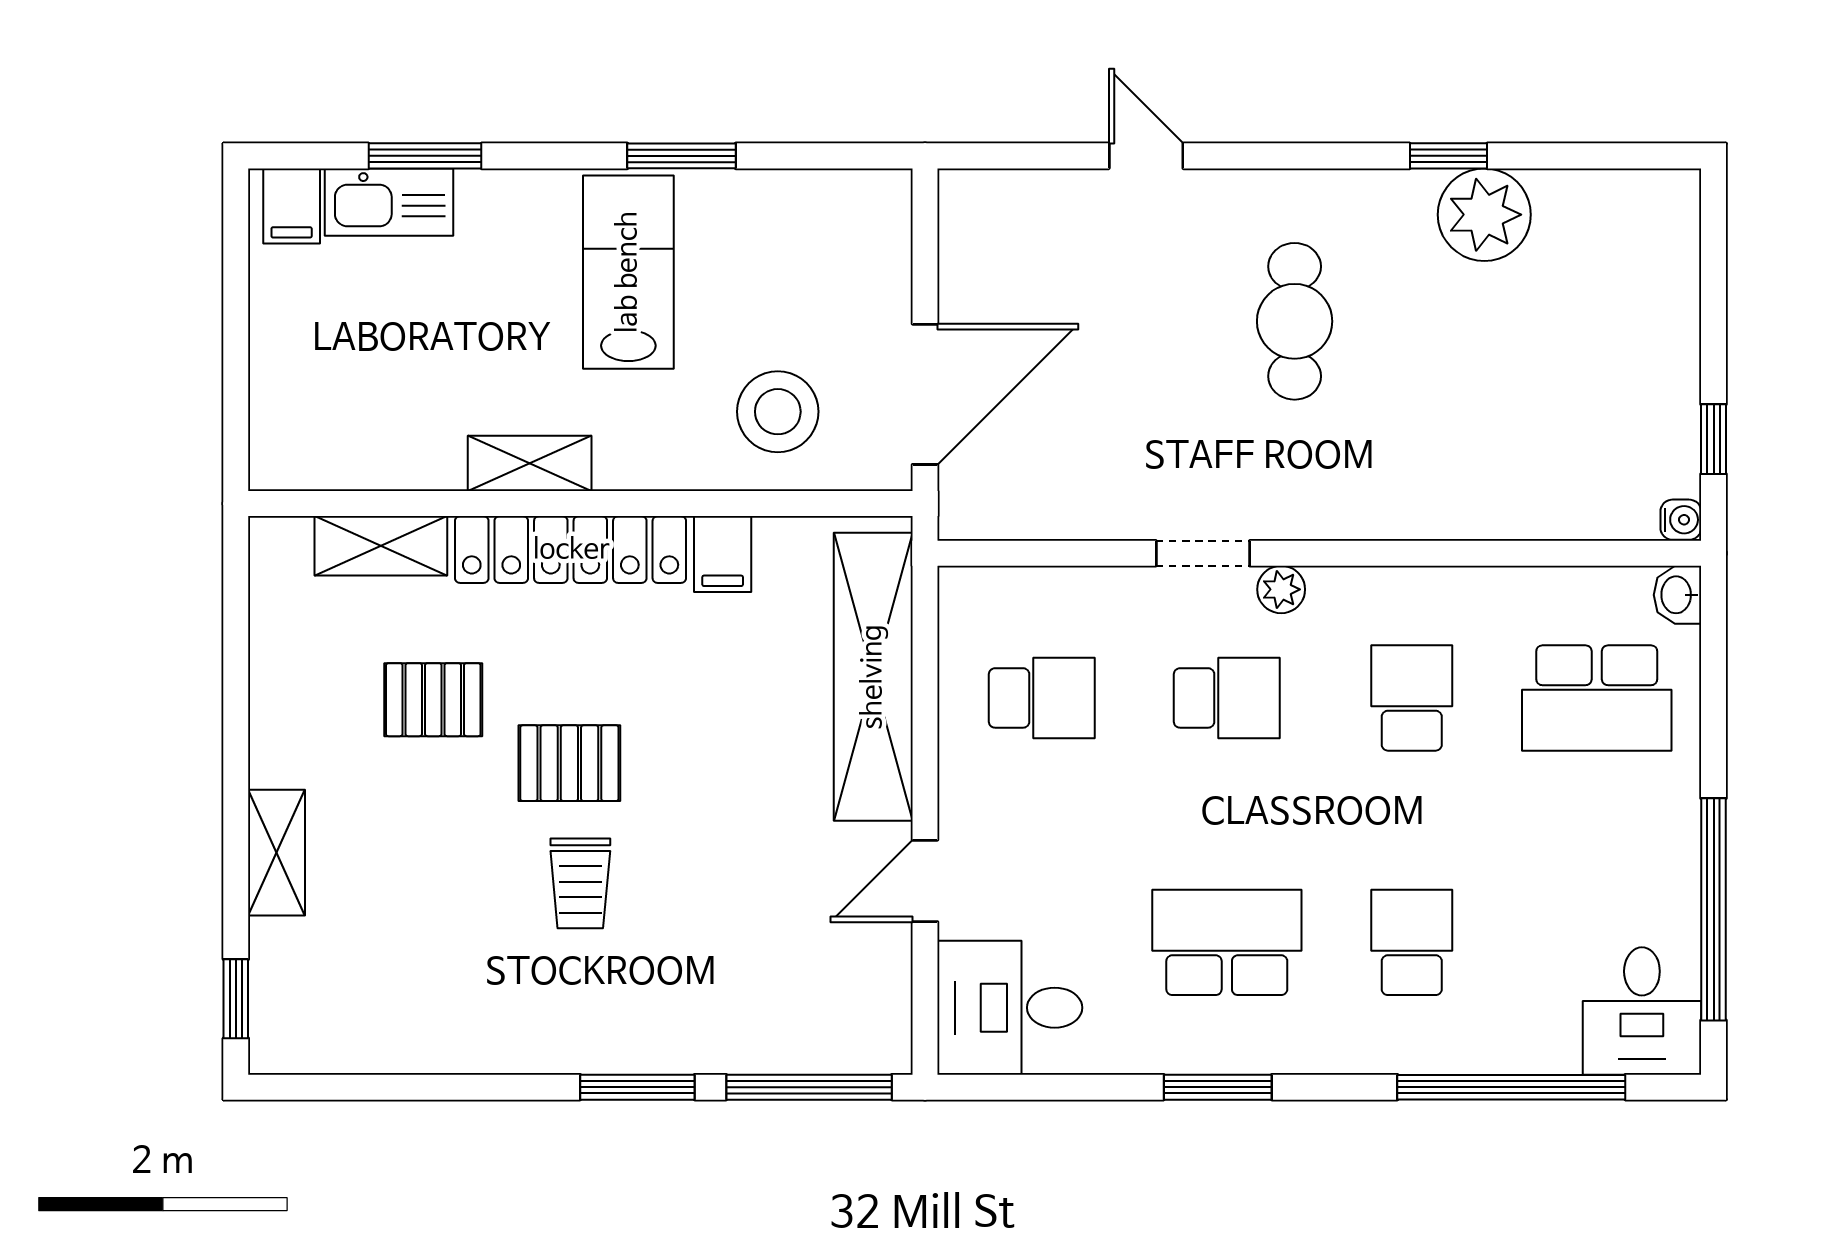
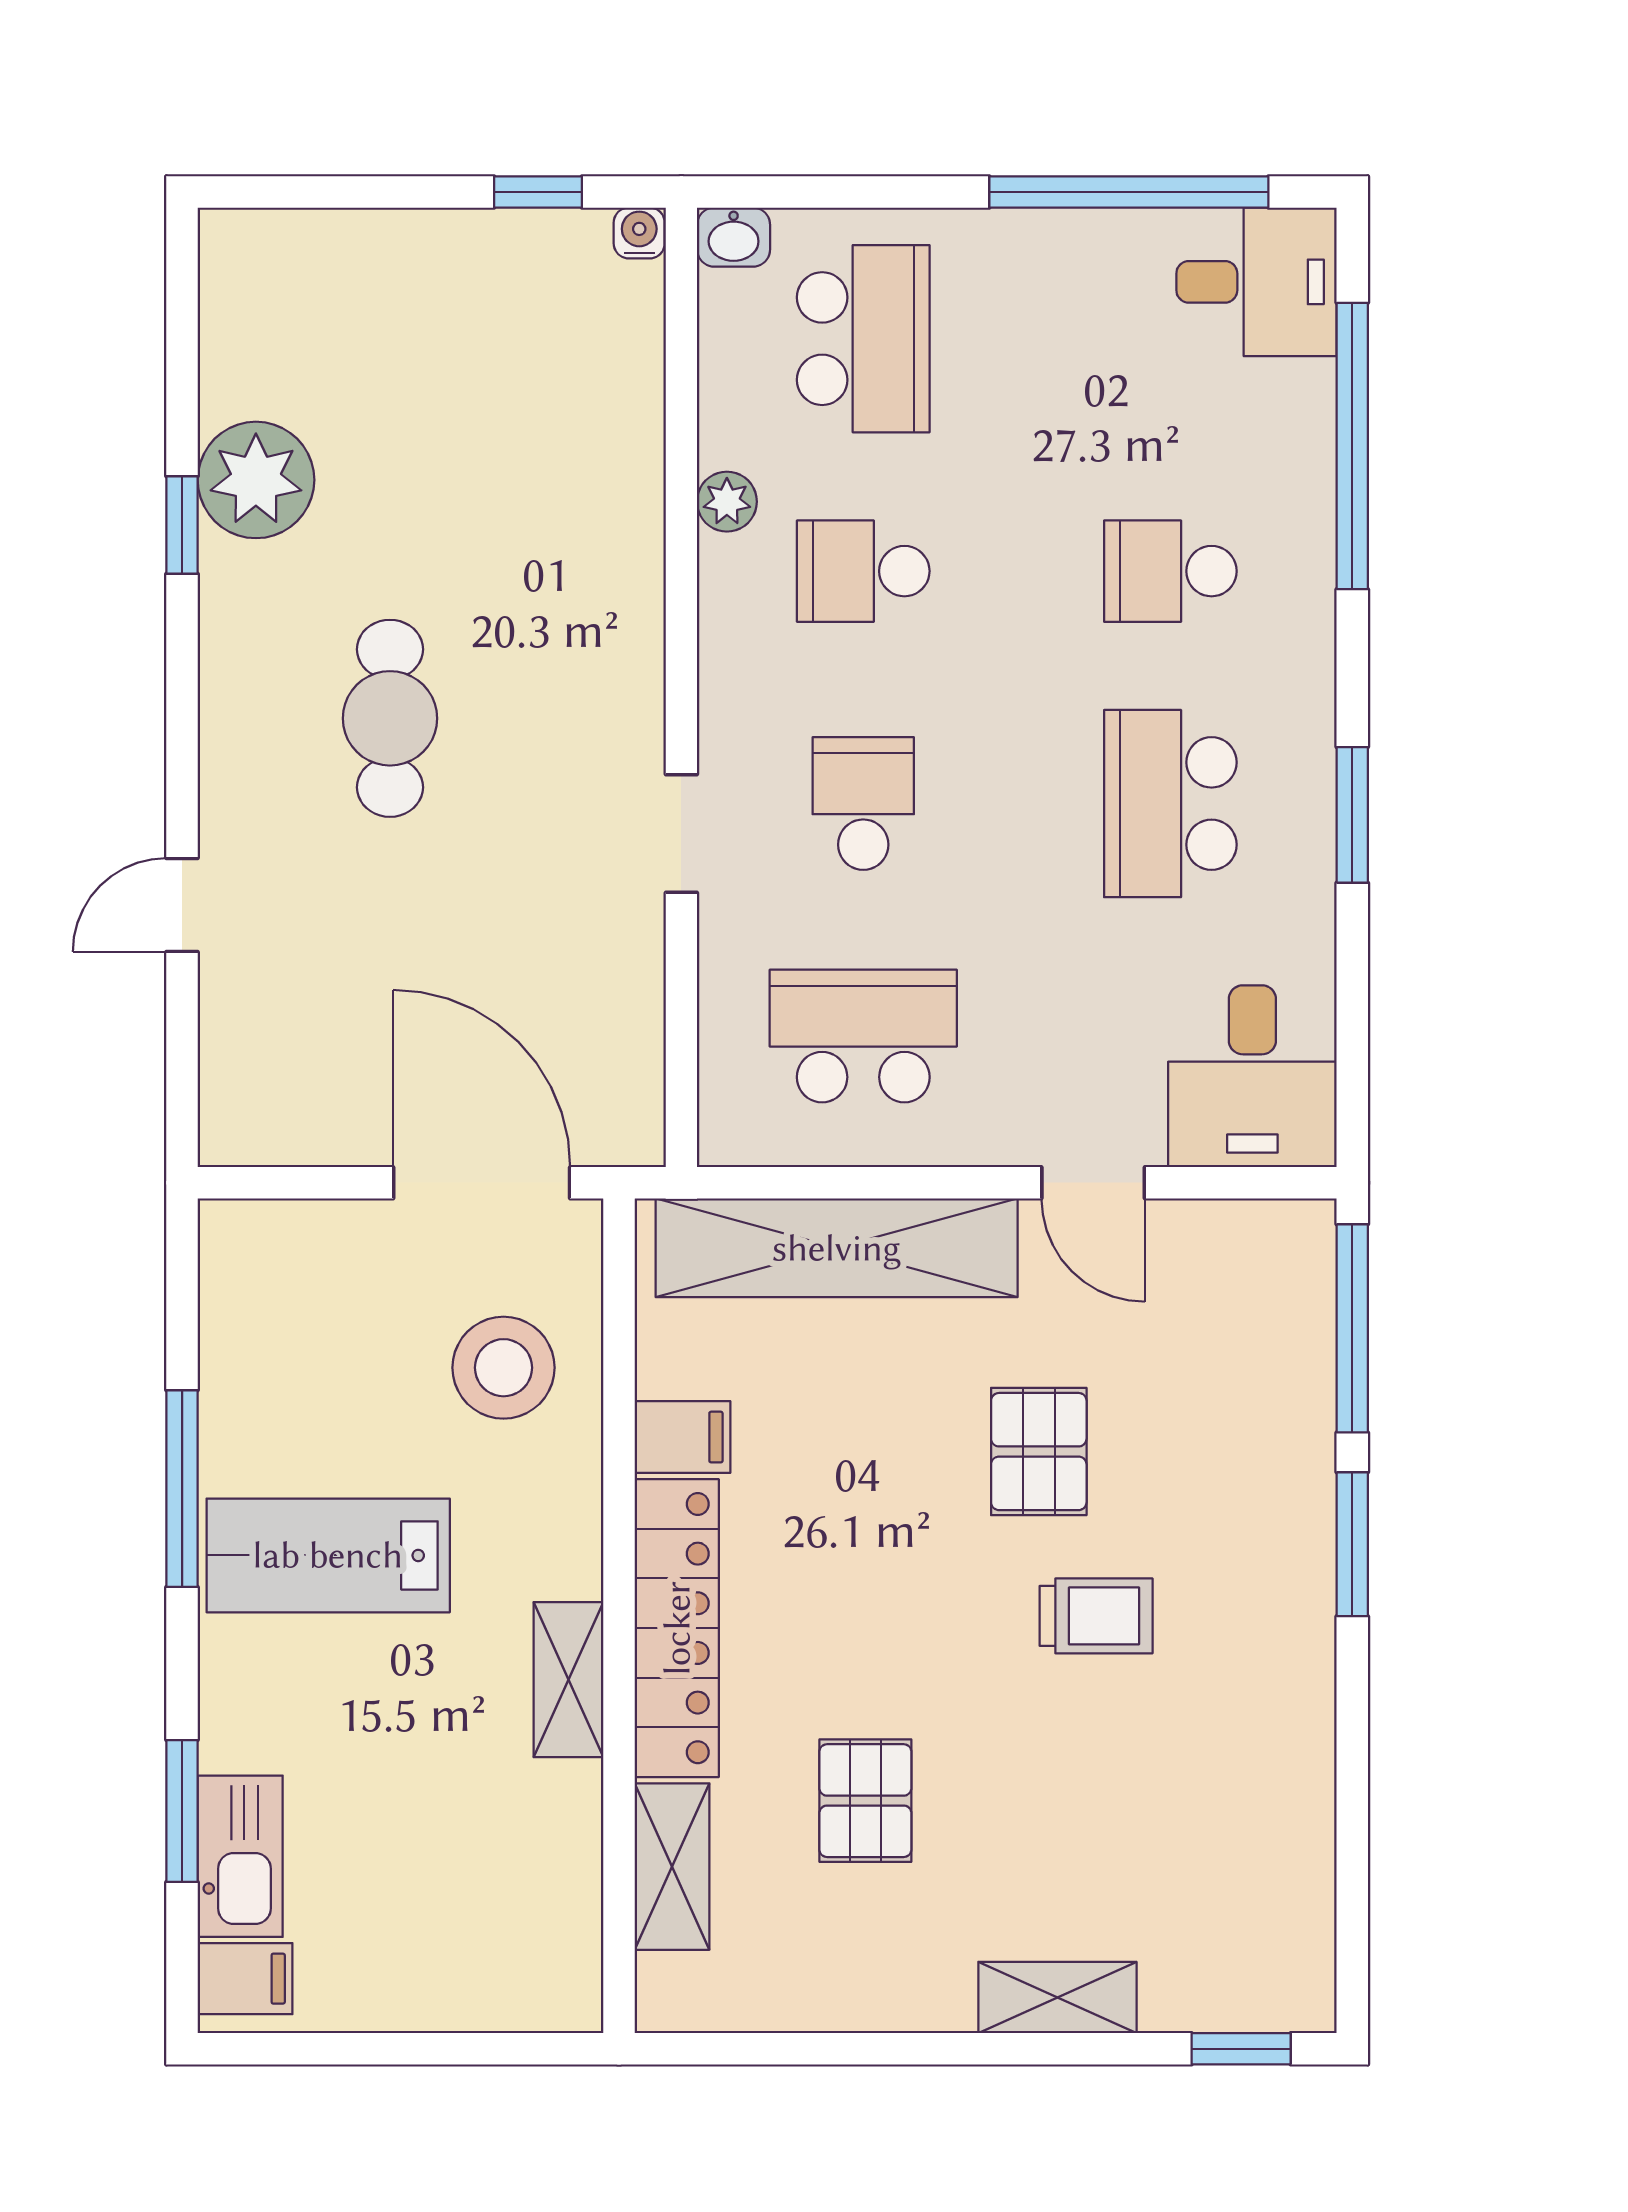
window: (682, 156) -> (182, 1489), width x1.44
cafe table: (1295, 321) -> (390, 718), turned 90
plant: (1281, 589) -> (727, 502), moved
school desk: (1042, 698) -> (863, 1036), width x1.85
pallet: (569, 763) -> (1039, 1452), moved

